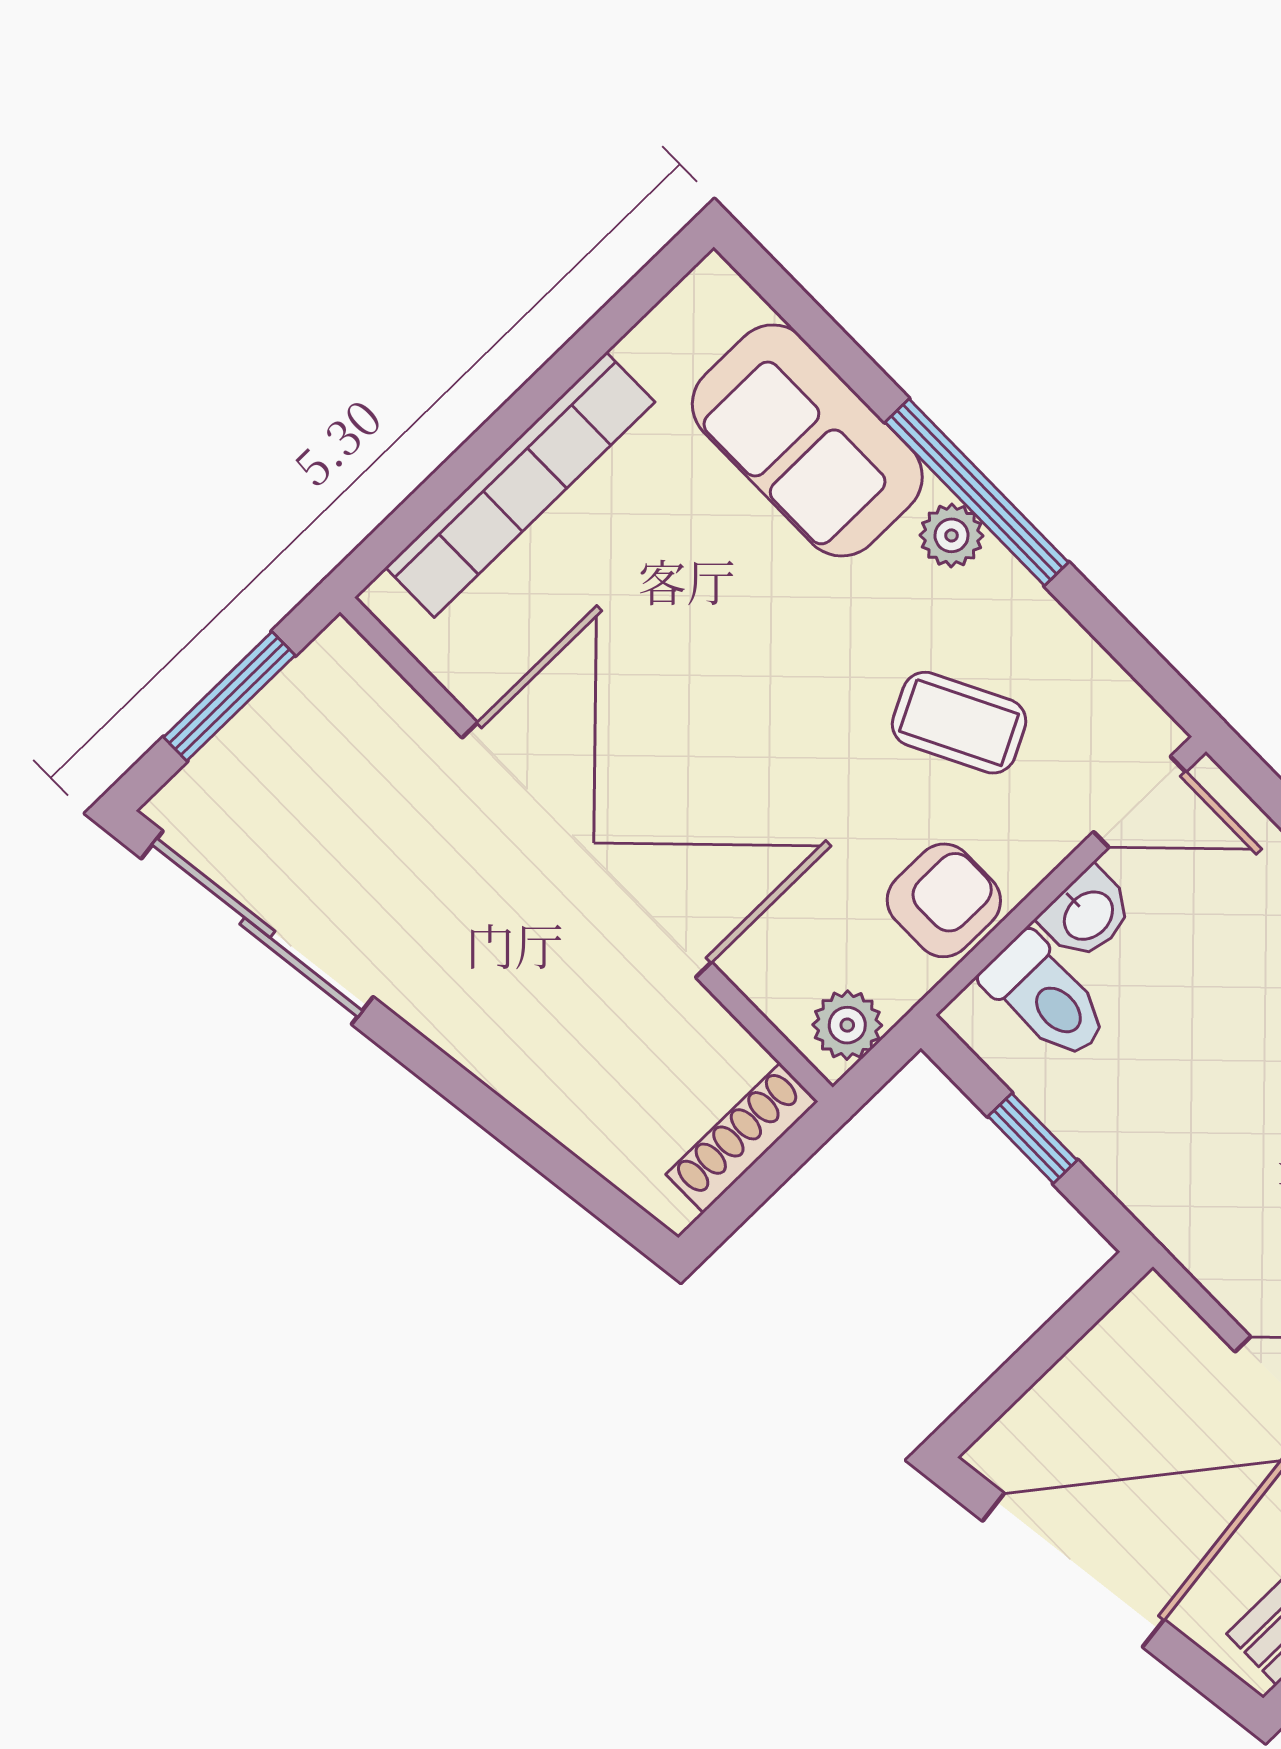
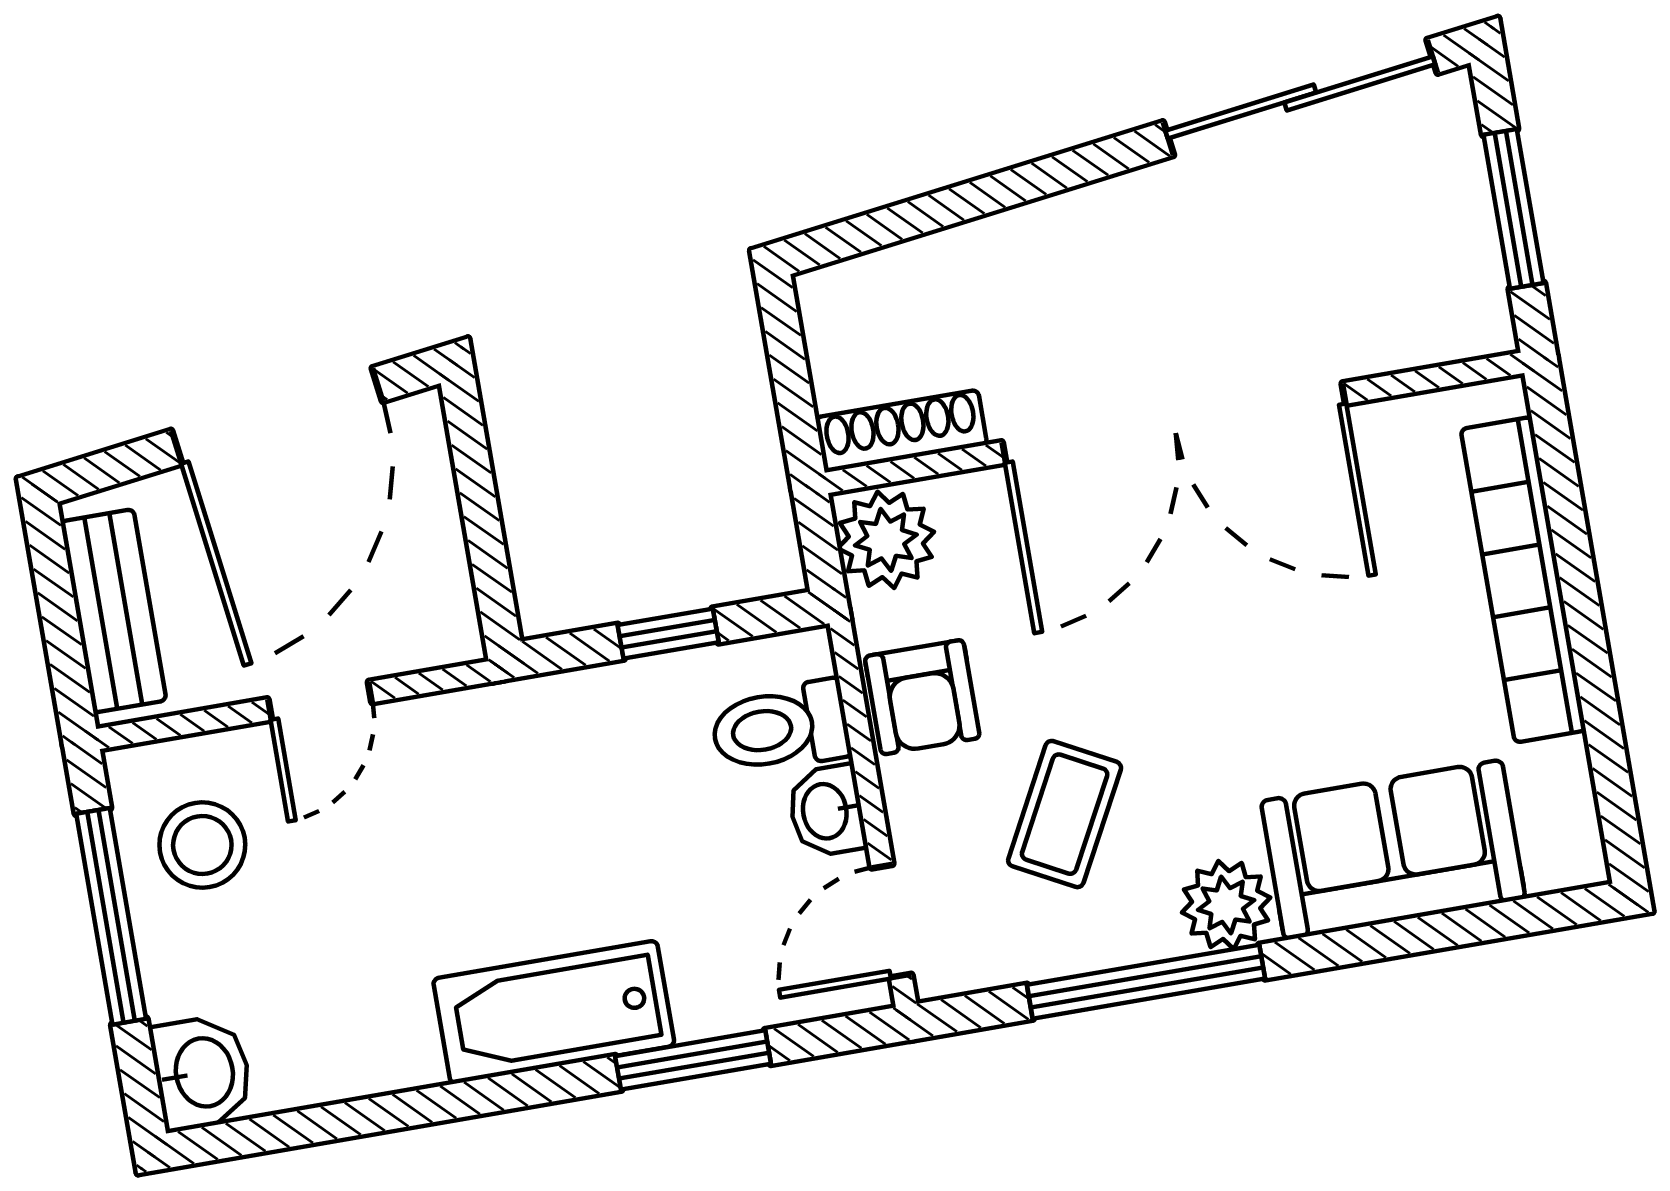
window: (977, 492) -> (1146, 982), moved
plant: (952, 535) -> (1226, 905), width x1.38, depth x1.38
coffee table: (959, 723) -> (1065, 814), turned -35
plant: (847, 1025) -> (886, 540), width x1.38, depth x1.38
shoe rack: (742, 1138) -> (901, 431), moved, turned -90

